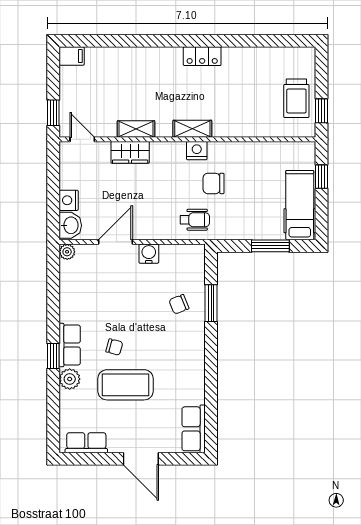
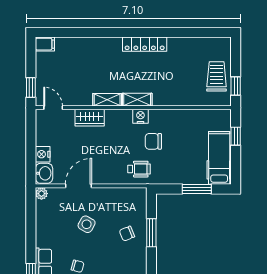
locker: (202, 56) -> (145, 44), width x1.53
trolley: (296, 98) -> (217, 76), turned 180
shelving: (136, 129) -> (107, 100), moved
water cooler: (149, 254) -> (104, 195), removed
side table: (126, 292) -> (87, 224), added

